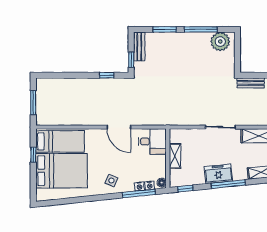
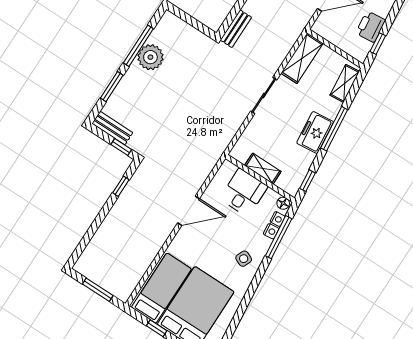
plant: (220, 42) -> (150, 57), moved
desk: (152, 141) -> (244, 193), moved

